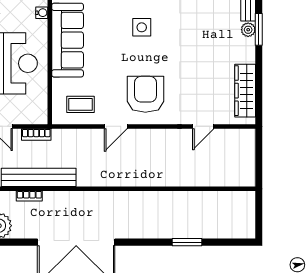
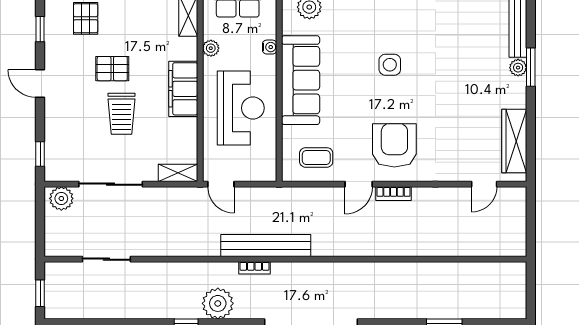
door: (203, 126) -> (484, 184), moved
bookcase: (36, 134) -> (394, 194), moved

